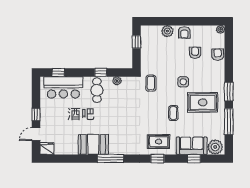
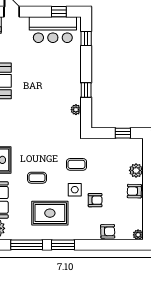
armchair: (195, 53) -> (95, 200), moved
coffee table: (151, 83) -> (76, 164), moved
bar counter: (63, 87) -> (53, 30), moved, turned -90
cafe table: (97, 90) -> (65, 85), removed
rug: (203, 102) -> (50, 213), turned 90
window: (36, 114) -> (59, 12), moved

